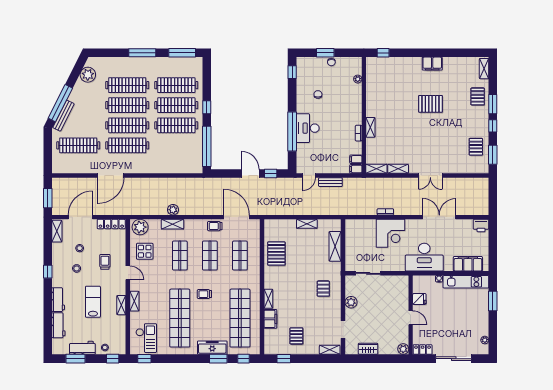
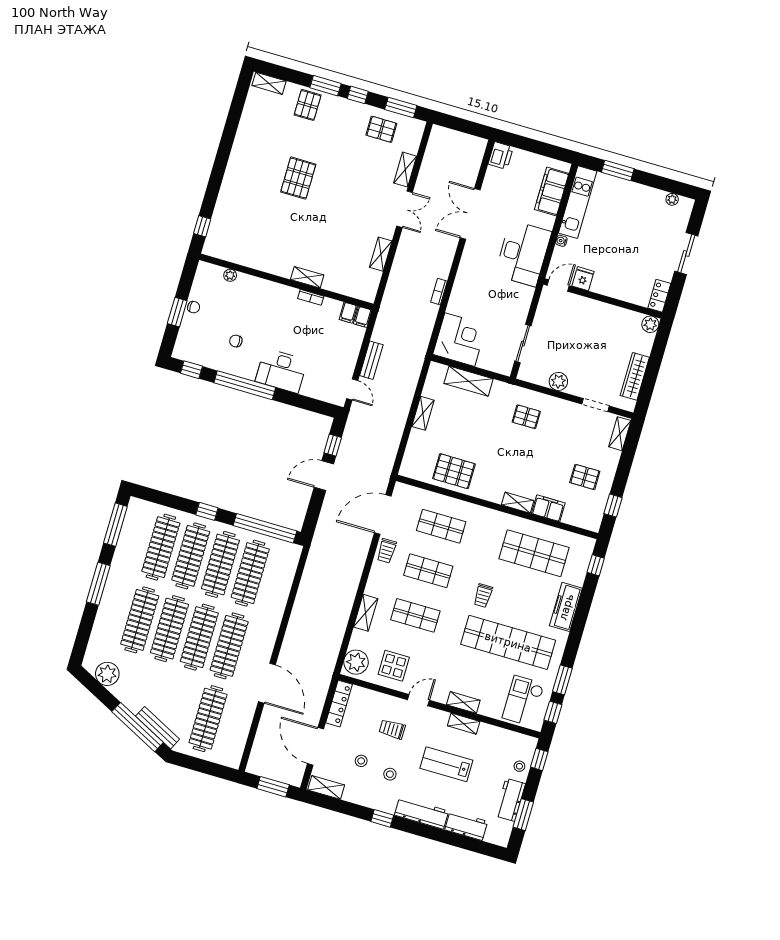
filing cabinet: (432, 64) -> (239, 158), removed
pallet: (478, 96) -> (308, 105), turned 90
window: (292, 131) -> (245, 385), moved
clothes rail: (176, 145) -> (250, 573), added
shelving: (376, 169) -> (405, 170), moved
plant: (173, 210) -> (344, 606), removed
corner desk: (390, 233) -> (460, 340), moved
workbench: (58, 300) -> (422, 813), width x1.38
shop shelf: (240, 318) -> (534, 553), width x0.71
door: (411, 318) -> (558, 285), moved
checkout: (146, 338) -> (523, 701), turned -90
wardrobe: (368, 349) -> (635, 376), width x1.50
window: (218, 359) -> (562, 680), moved
sliding door: (454, 359) -> (686, 253), width x0.73

